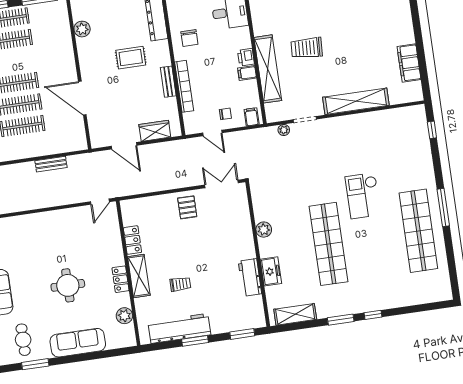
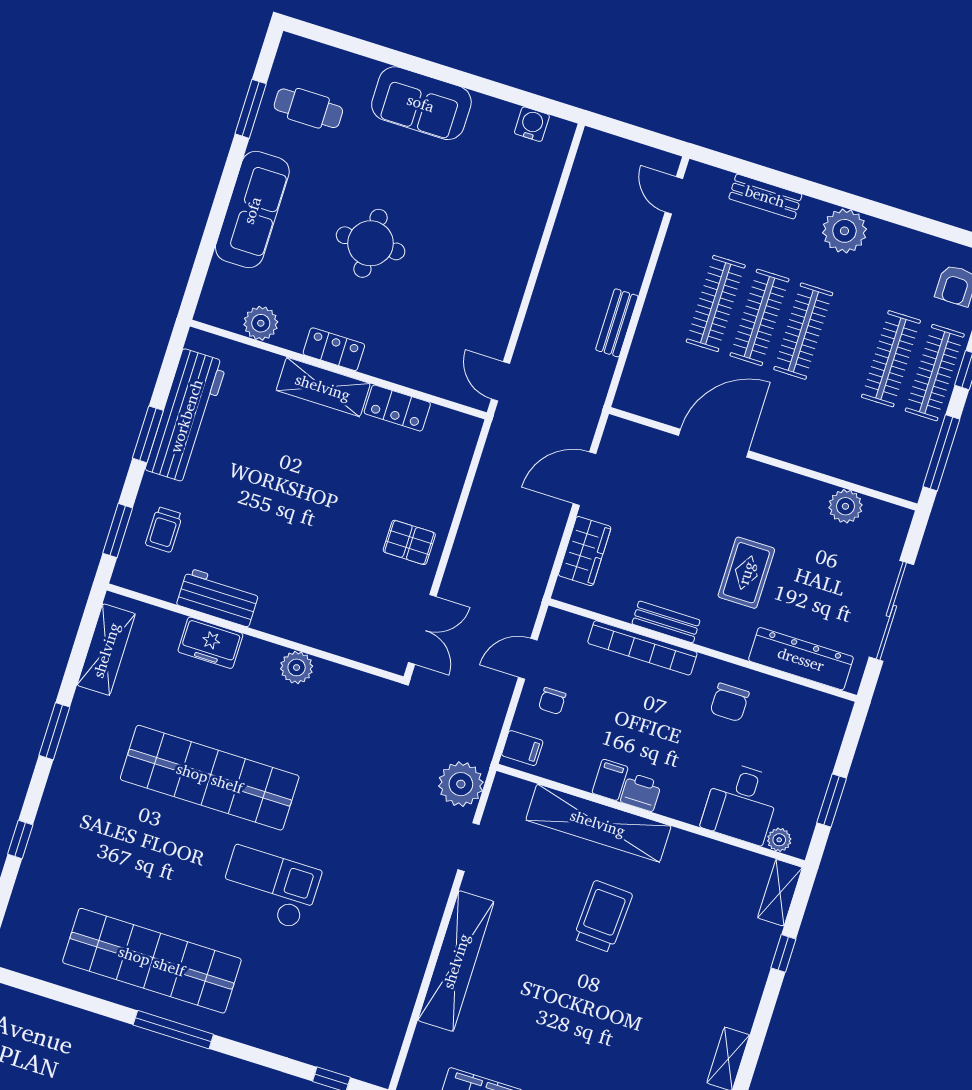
chair: (189, 38) -> (730, 702), turned -90
plant: (284, 130) -> (461, 784), width x1.87, depth x1.87
trolley: (180, 284) -> (164, 529), moved
window: (373, 315) -> (20, 839), moved

